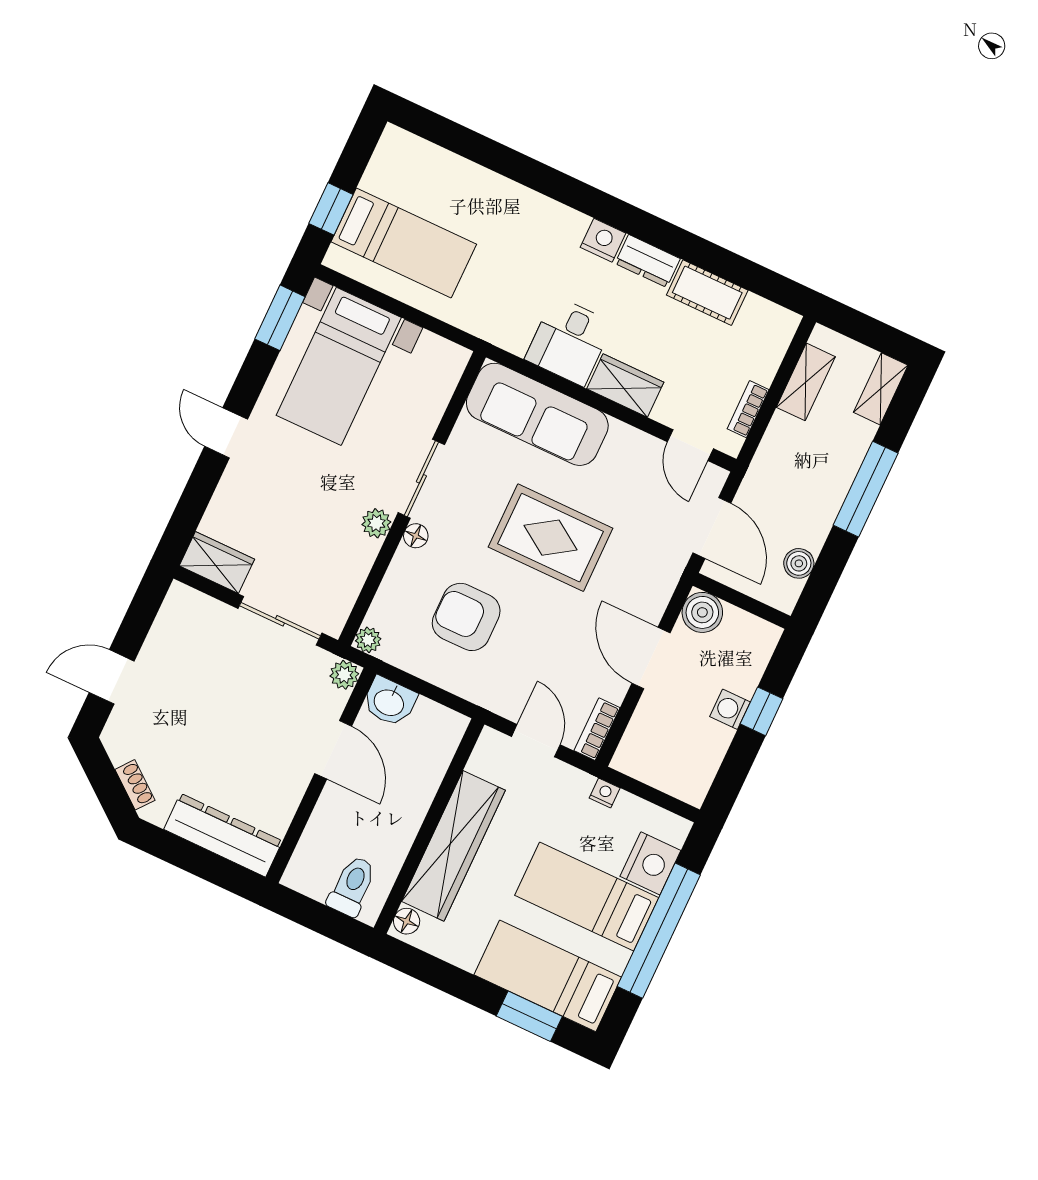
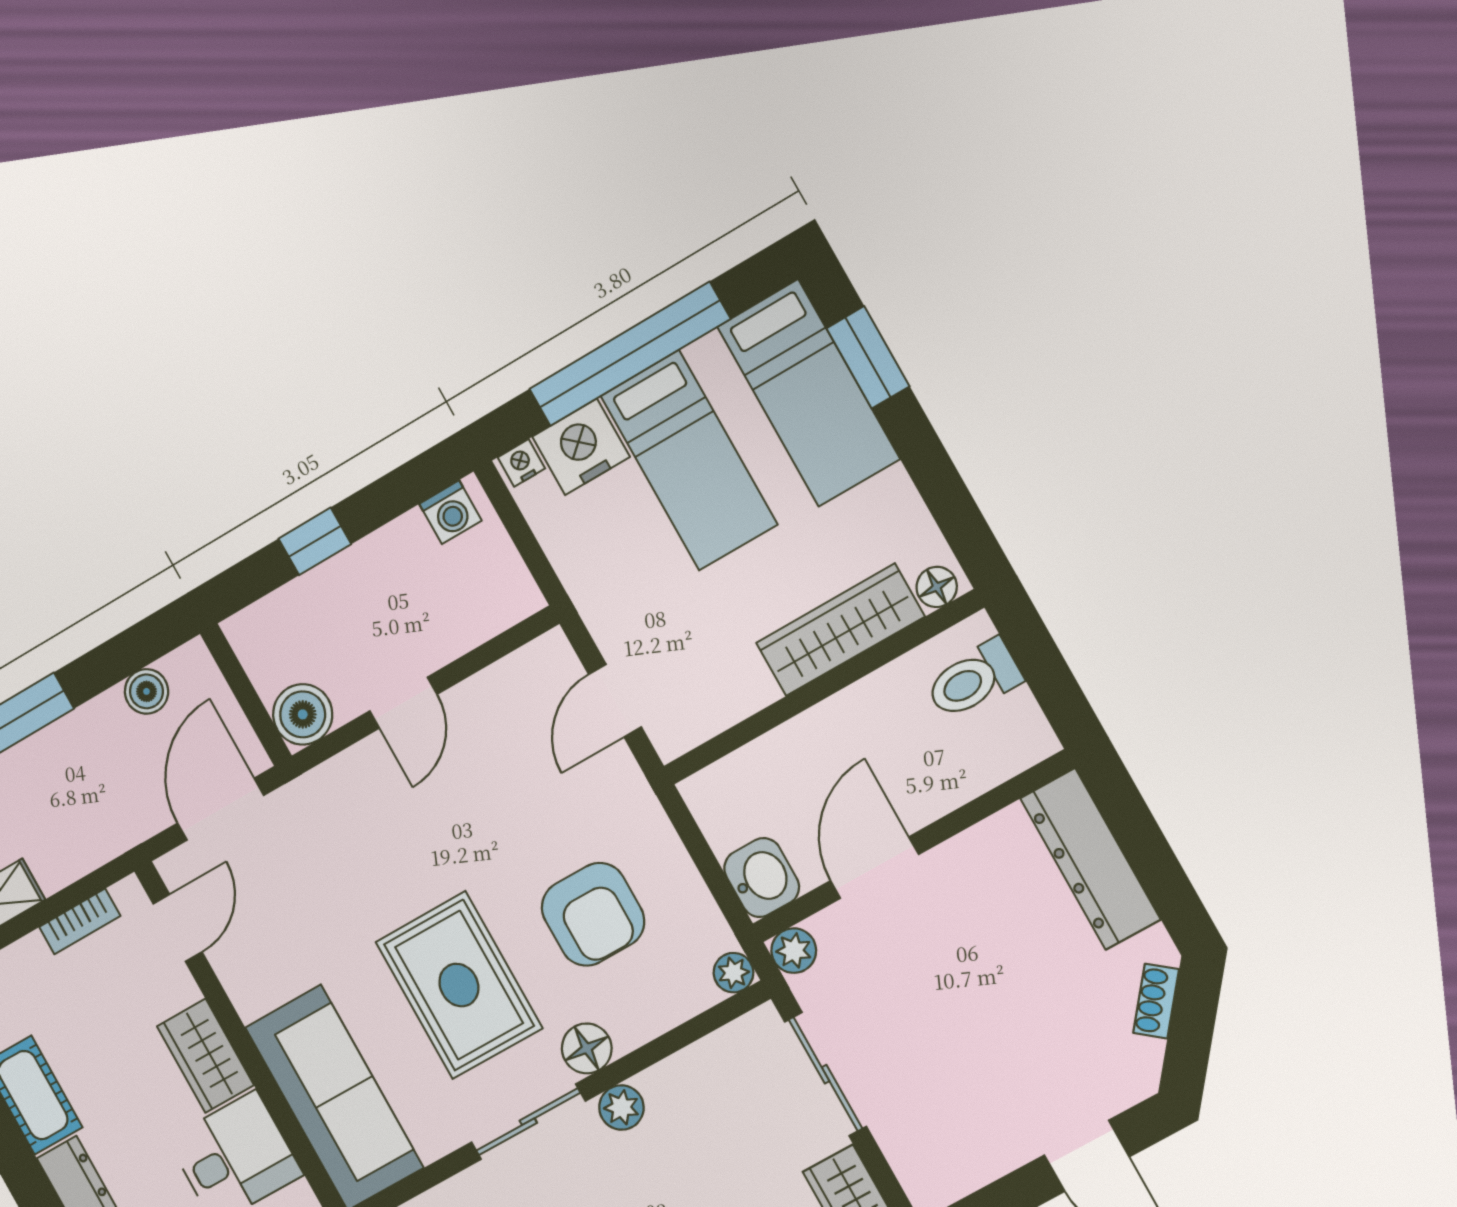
floor lamp: (416, 536) -> (587, 1048), width x1.37, depth x1.37
rug: (551, 538) -> (459, 985), moved
door: (651, 658) -> (403, 703), width x0.73
washing machine: (730, 709) -> (450, 512), moved
bookcase: (597, 729) -> (530, 661), removed
nightstand: (605, 793) -> (521, 463), moved, turned 90
wardrobe: (453, 846) -> (840, 630), width x0.71, depth x0.85

